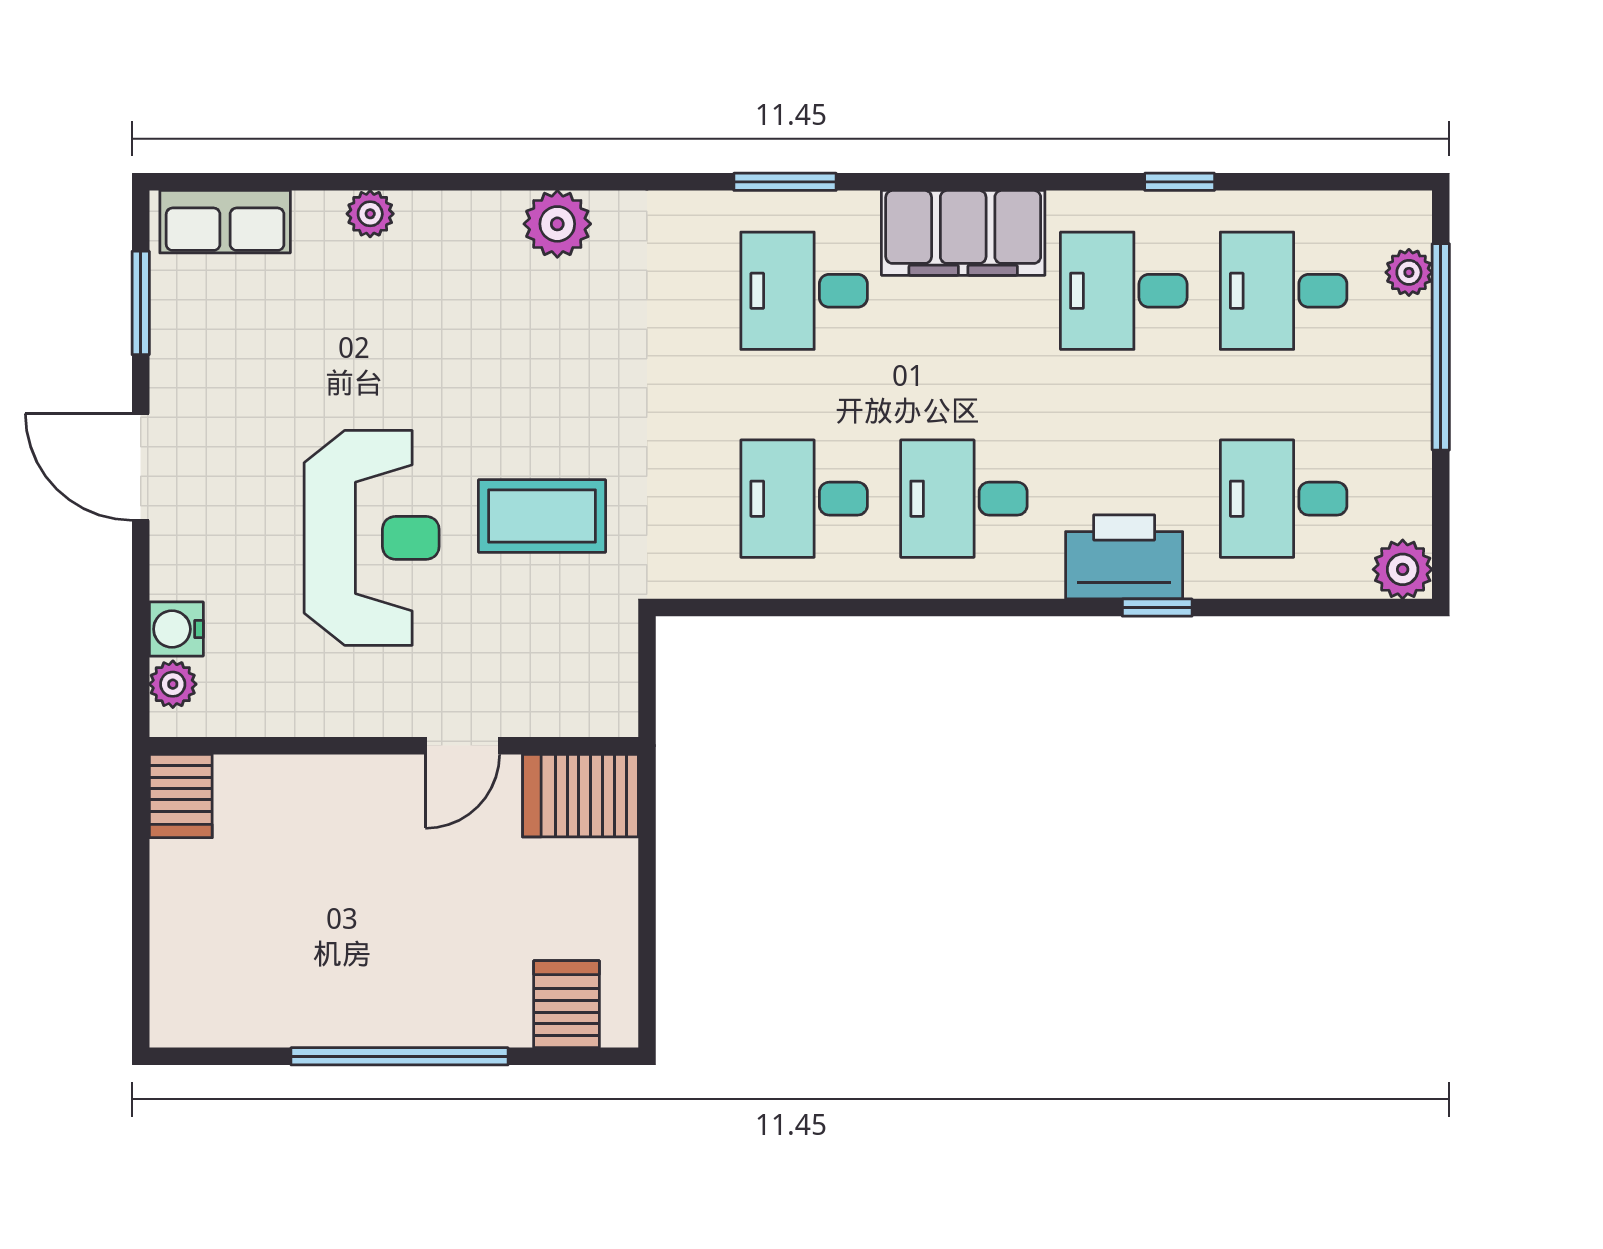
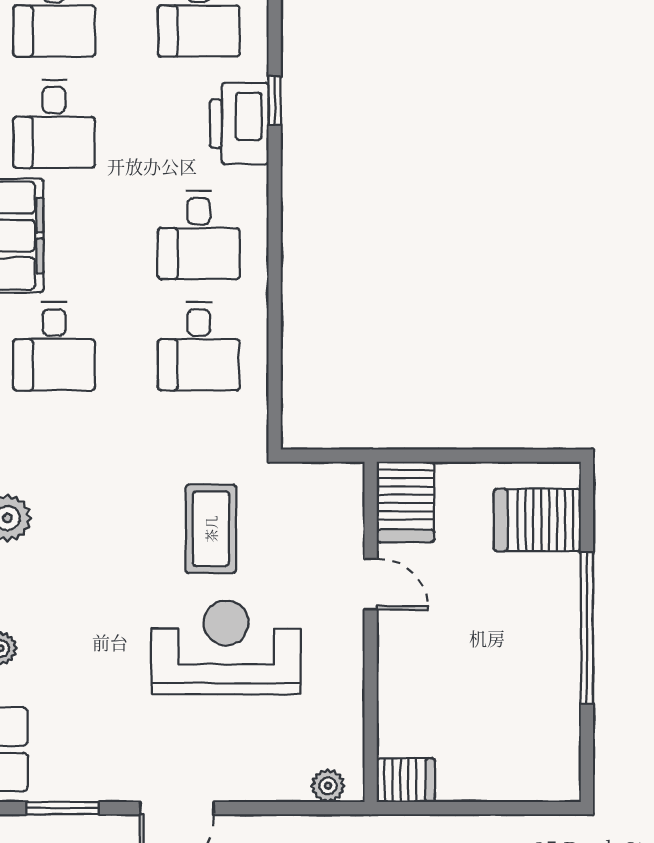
water cooler: (176, 629) -> (290, 783), removed
server rack: (567, 1004) -> (537, 520), width x1.36, depth x1.44

